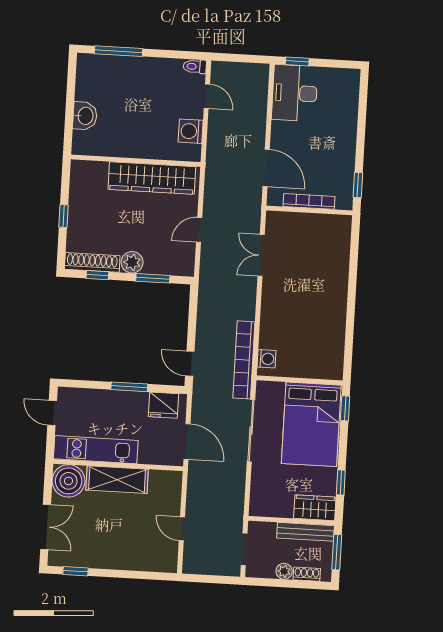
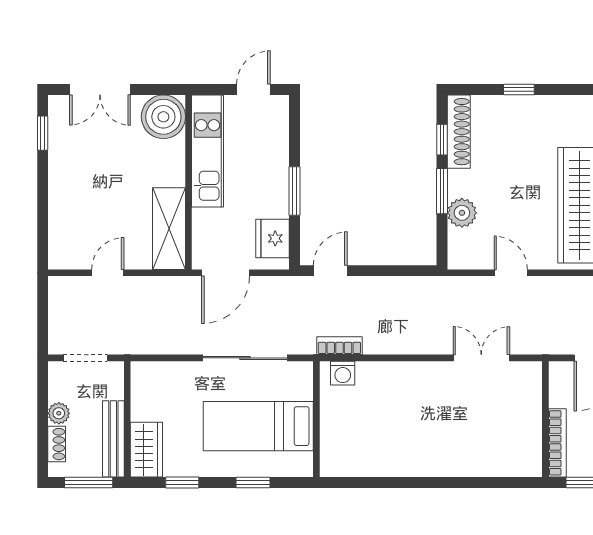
bookcase: (309, 201) -> (557, 443), moved
plant: (132, 262) -> (462, 213), moved
window: (153, 278) -> (442, 191), moved
bookcase: (244, 360) -> (339, 346), width x0.43, depth x0.76
window: (345, 408) -> (253, 483), moved
bed: (311, 424) -> (258, 426), width x0.67
shelving: (117, 480) -> (169, 229), moved

